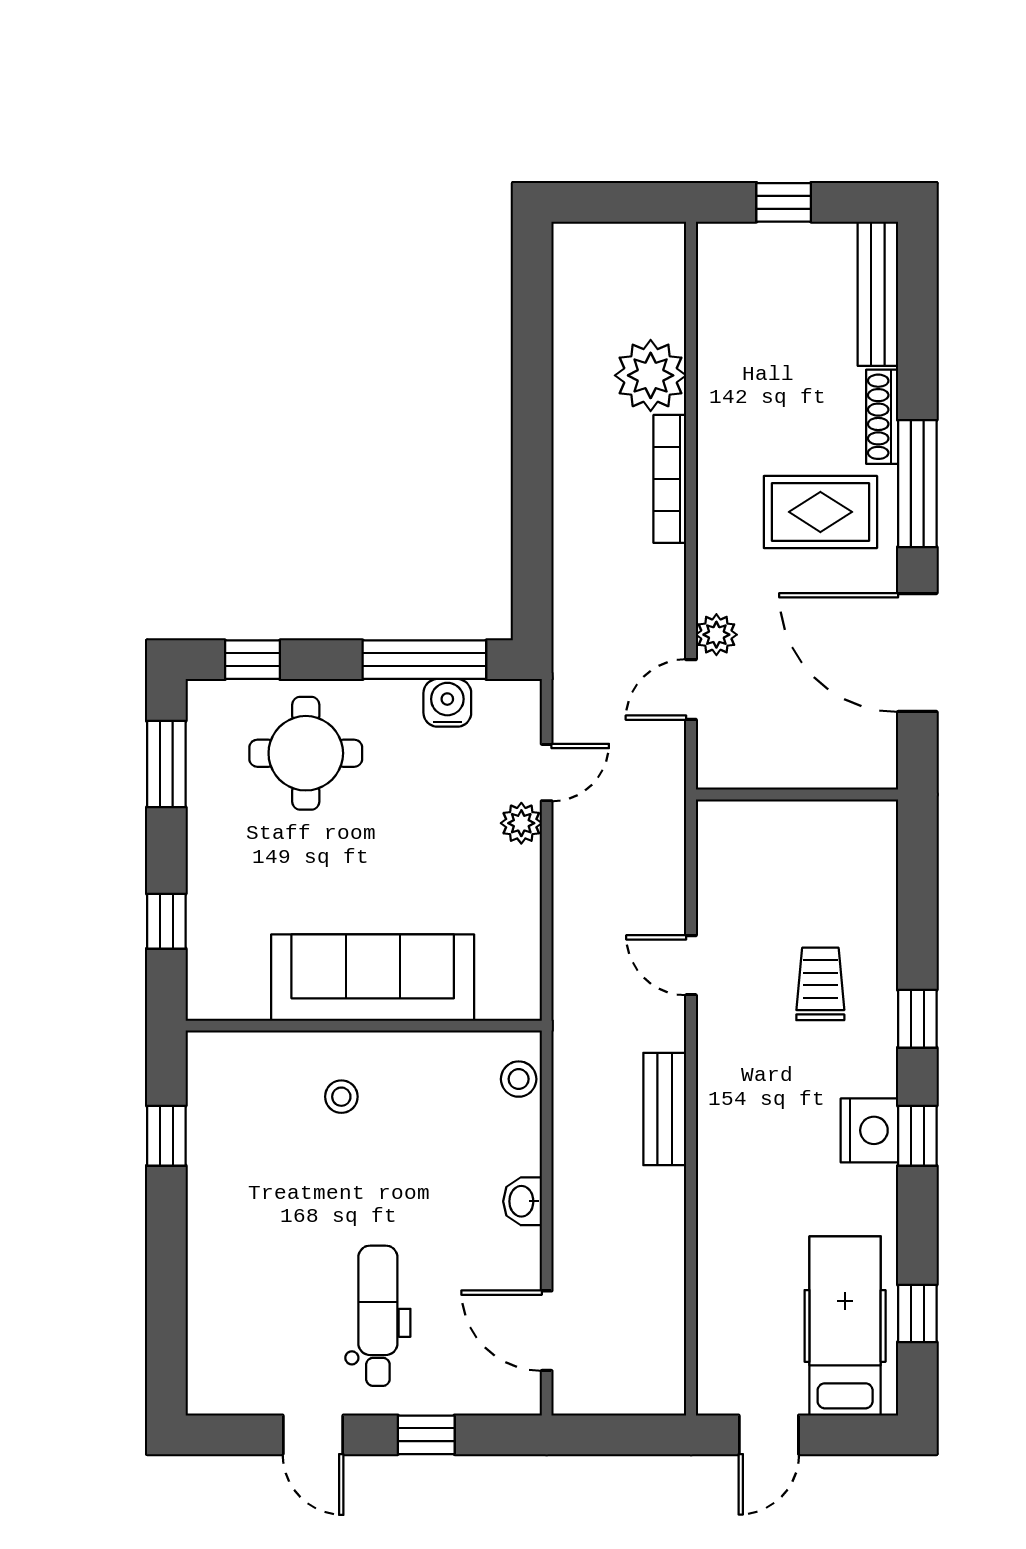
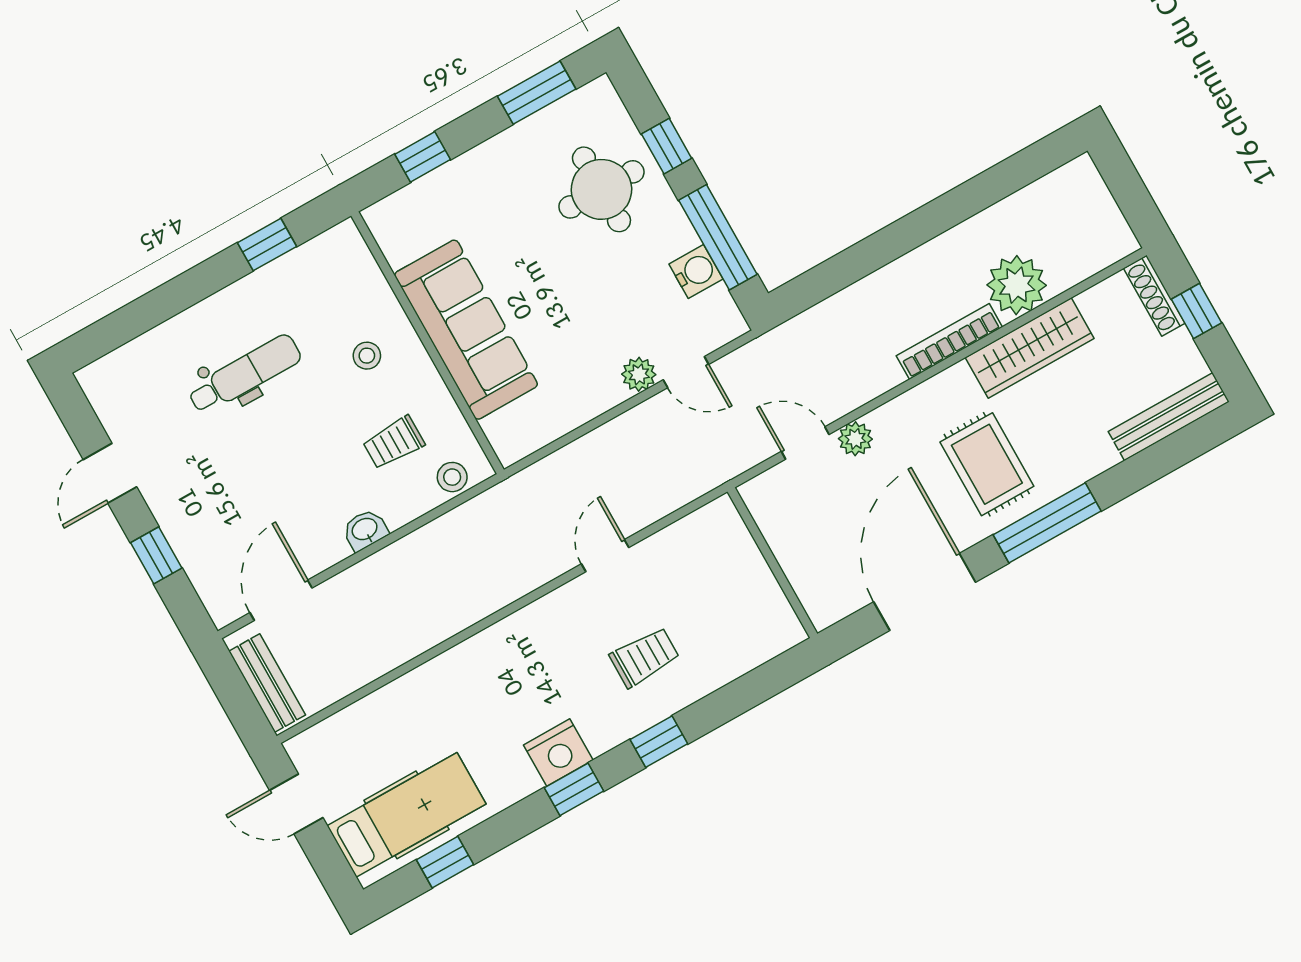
wardrobe: (724, 399) -> (1030, 348), added
shoe rack: (882, 417) -> (1154, 296), moved, turned -90
window: (253, 660) -> (667, 146), moved
bench: (665, 1109) -> (267, 683), moved, turned 90
trolley: (448, 1120) -> (394, 443), added
dental chair: (378, 1316) -> (245, 374), moved

